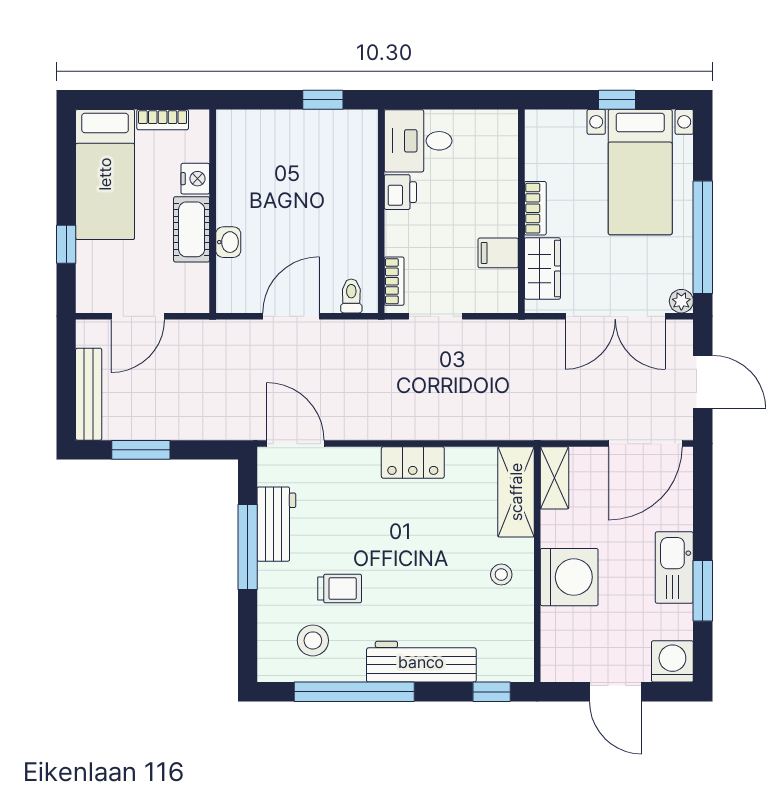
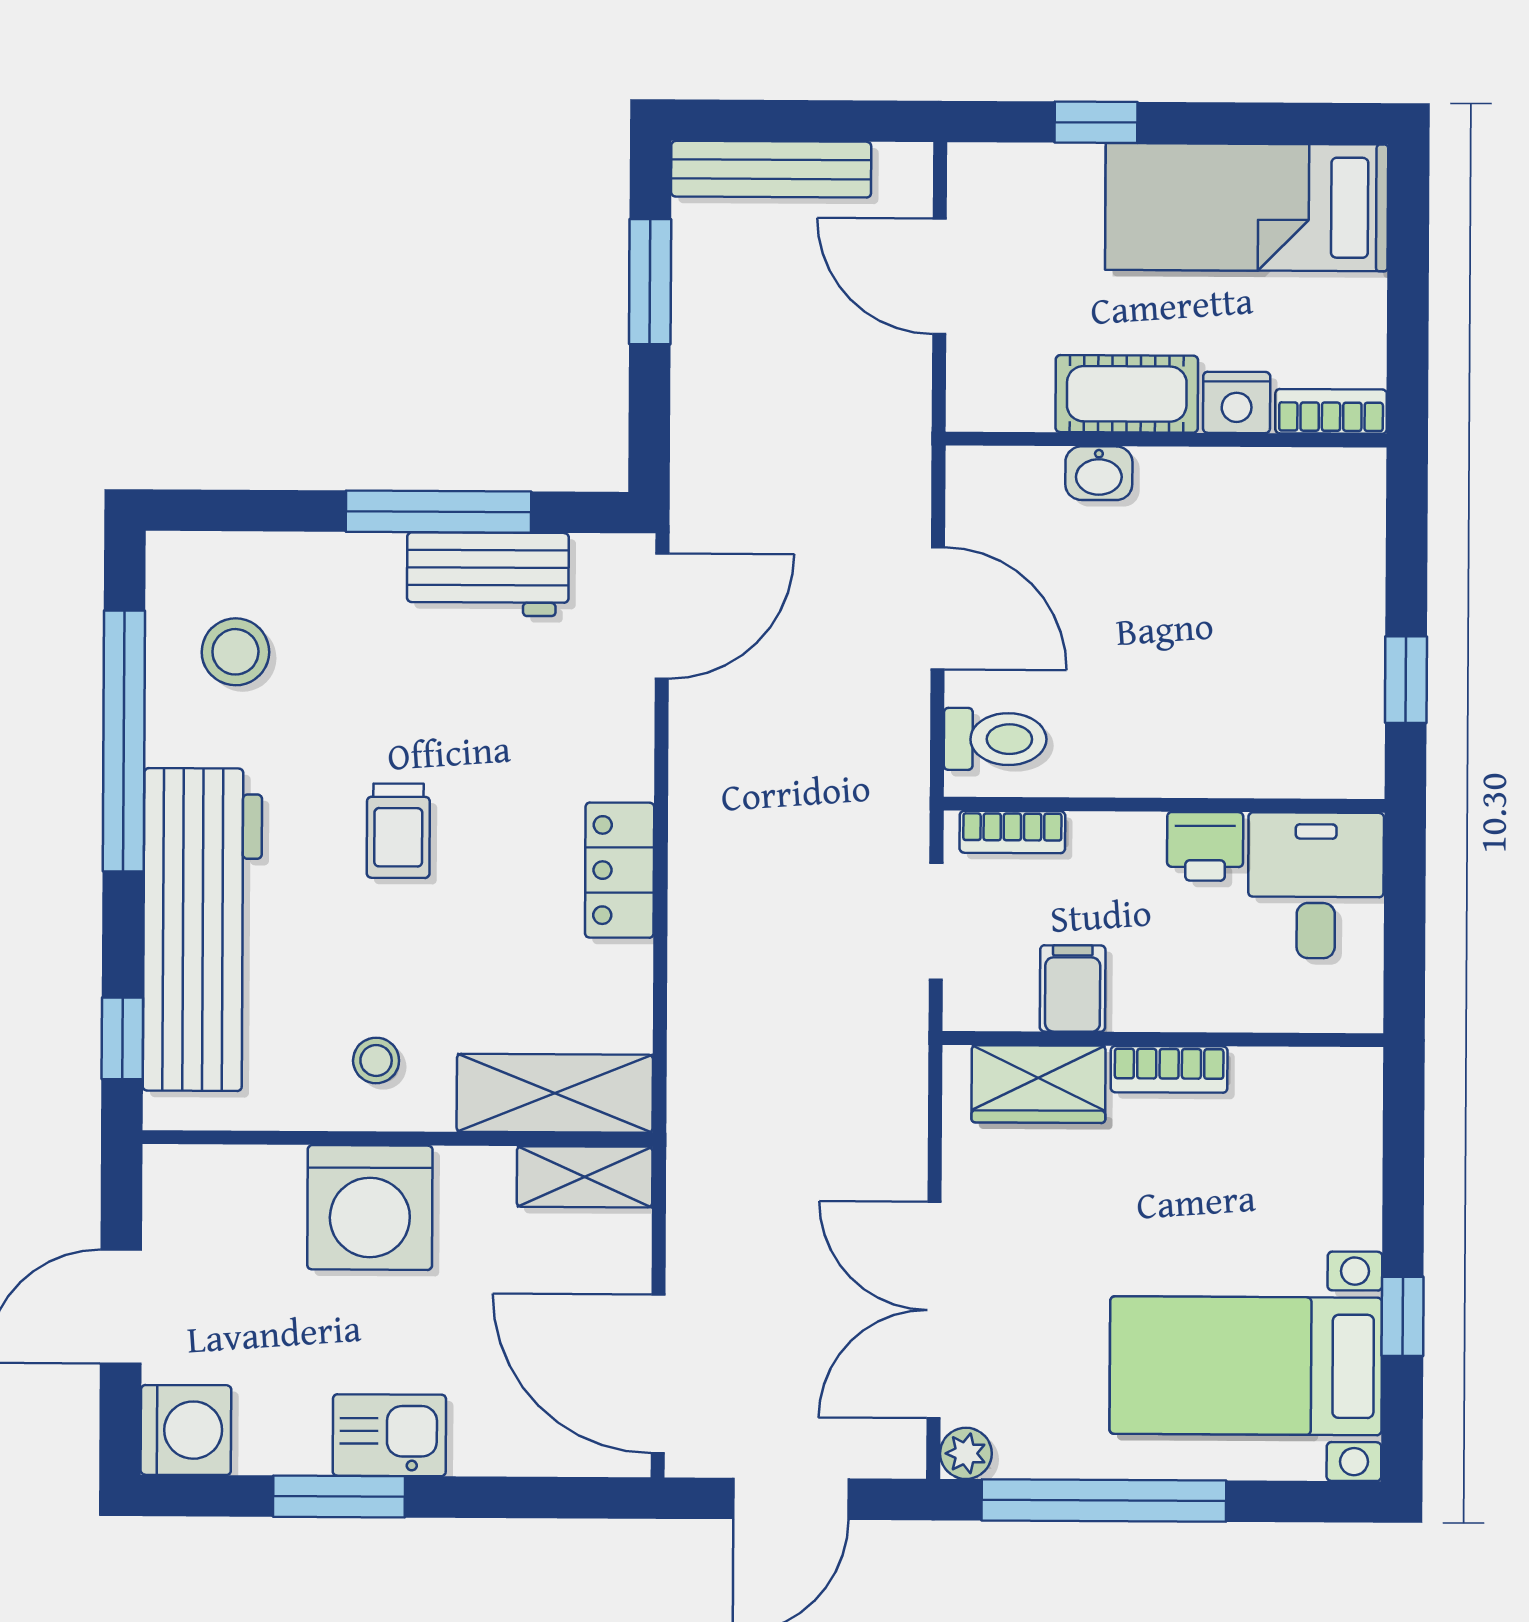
bookcase: (163, 120) -> (1331, 411), moved, turned 90
bookcase: (535, 208) -> (1169, 1069), moved
wall: (521, 211) -> (1163, 1039), moved
filing cabinet: (498, 253) -> (1073, 988), moved
wardrobe: (542, 268) -> (1039, 1084), moved
toilet: (351, 296) -> (995, 739), width x1.37, depth x1.39
kitchen sink: (674, 567) -> (389, 1435), width x0.73
trolley: (340, 589) -> (398, 831), moved
workbench: (421, 662) -> (202, 930), width x1.36, depth x1.32

